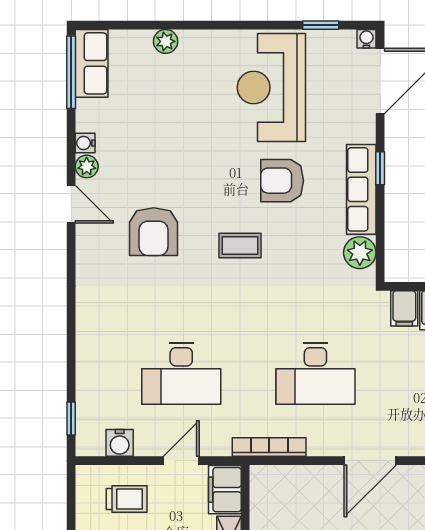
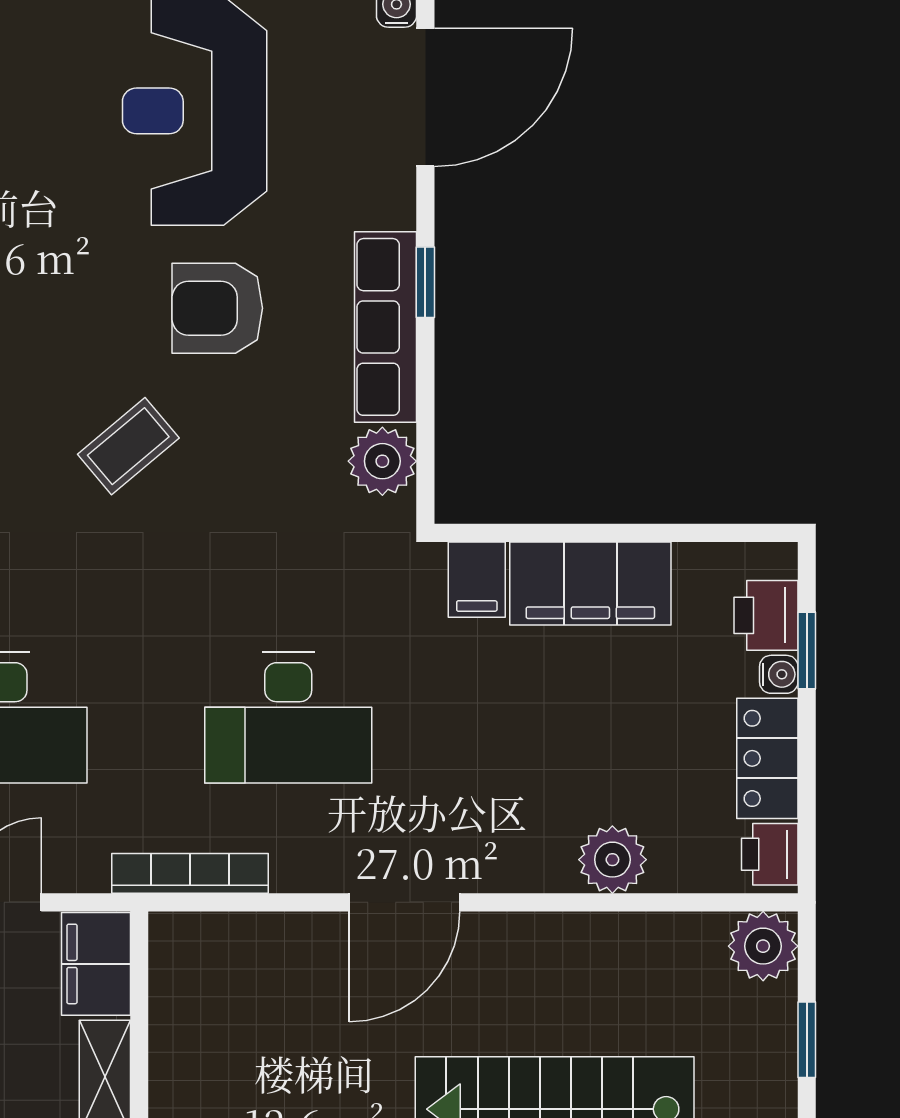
coffee table: (240, 246) -> (128, 446), turned -40

